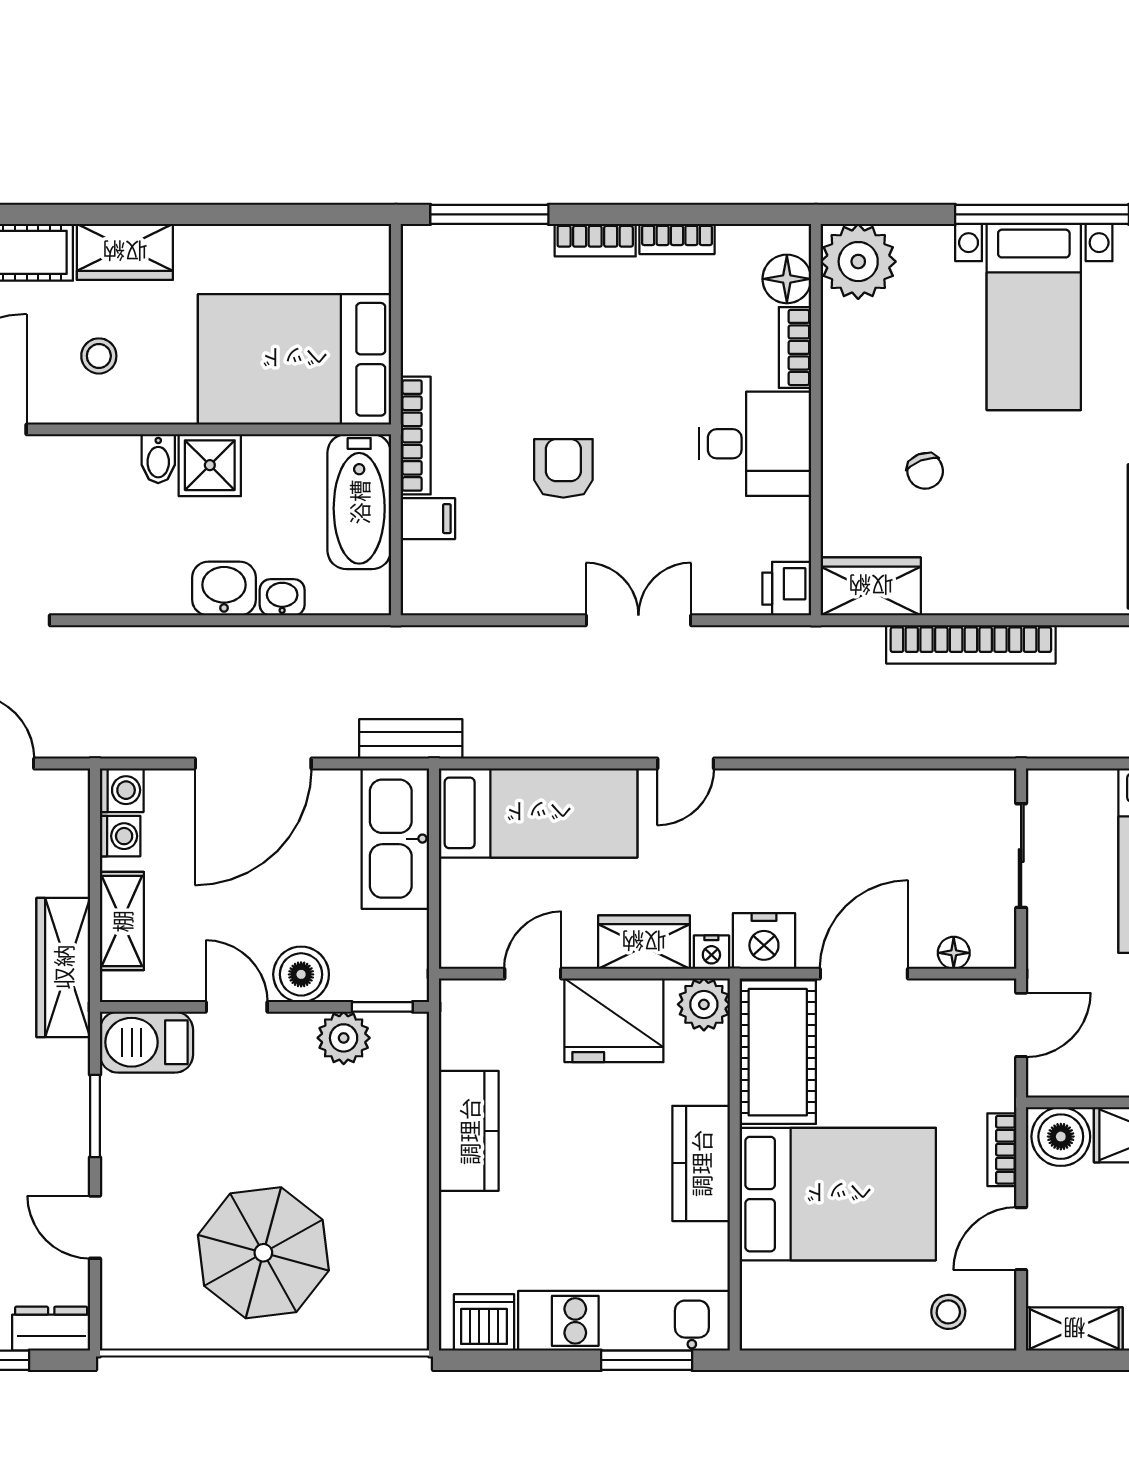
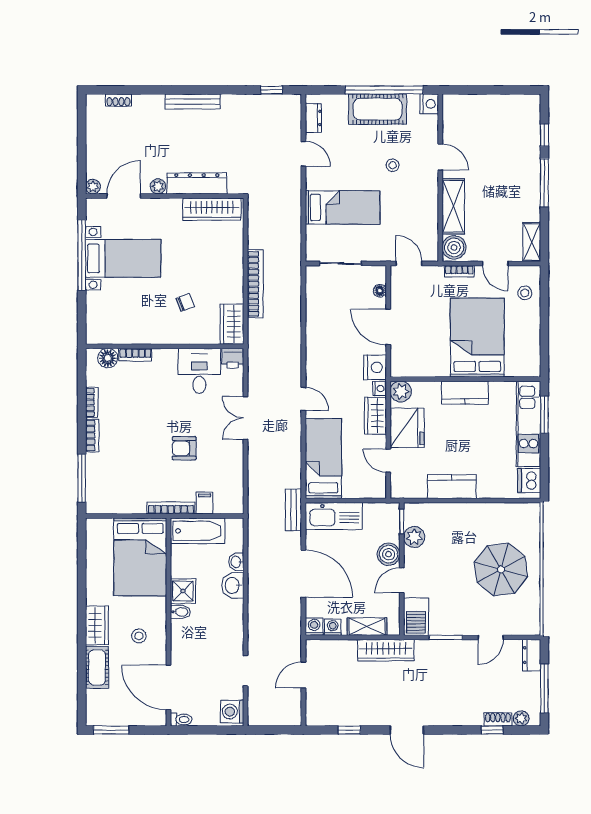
plant: (858, 262) -> (101, 329), removed
desk: (755, 444) -> (199, 371), moved
cot: (778, 1052) -> (420, 362), removed

